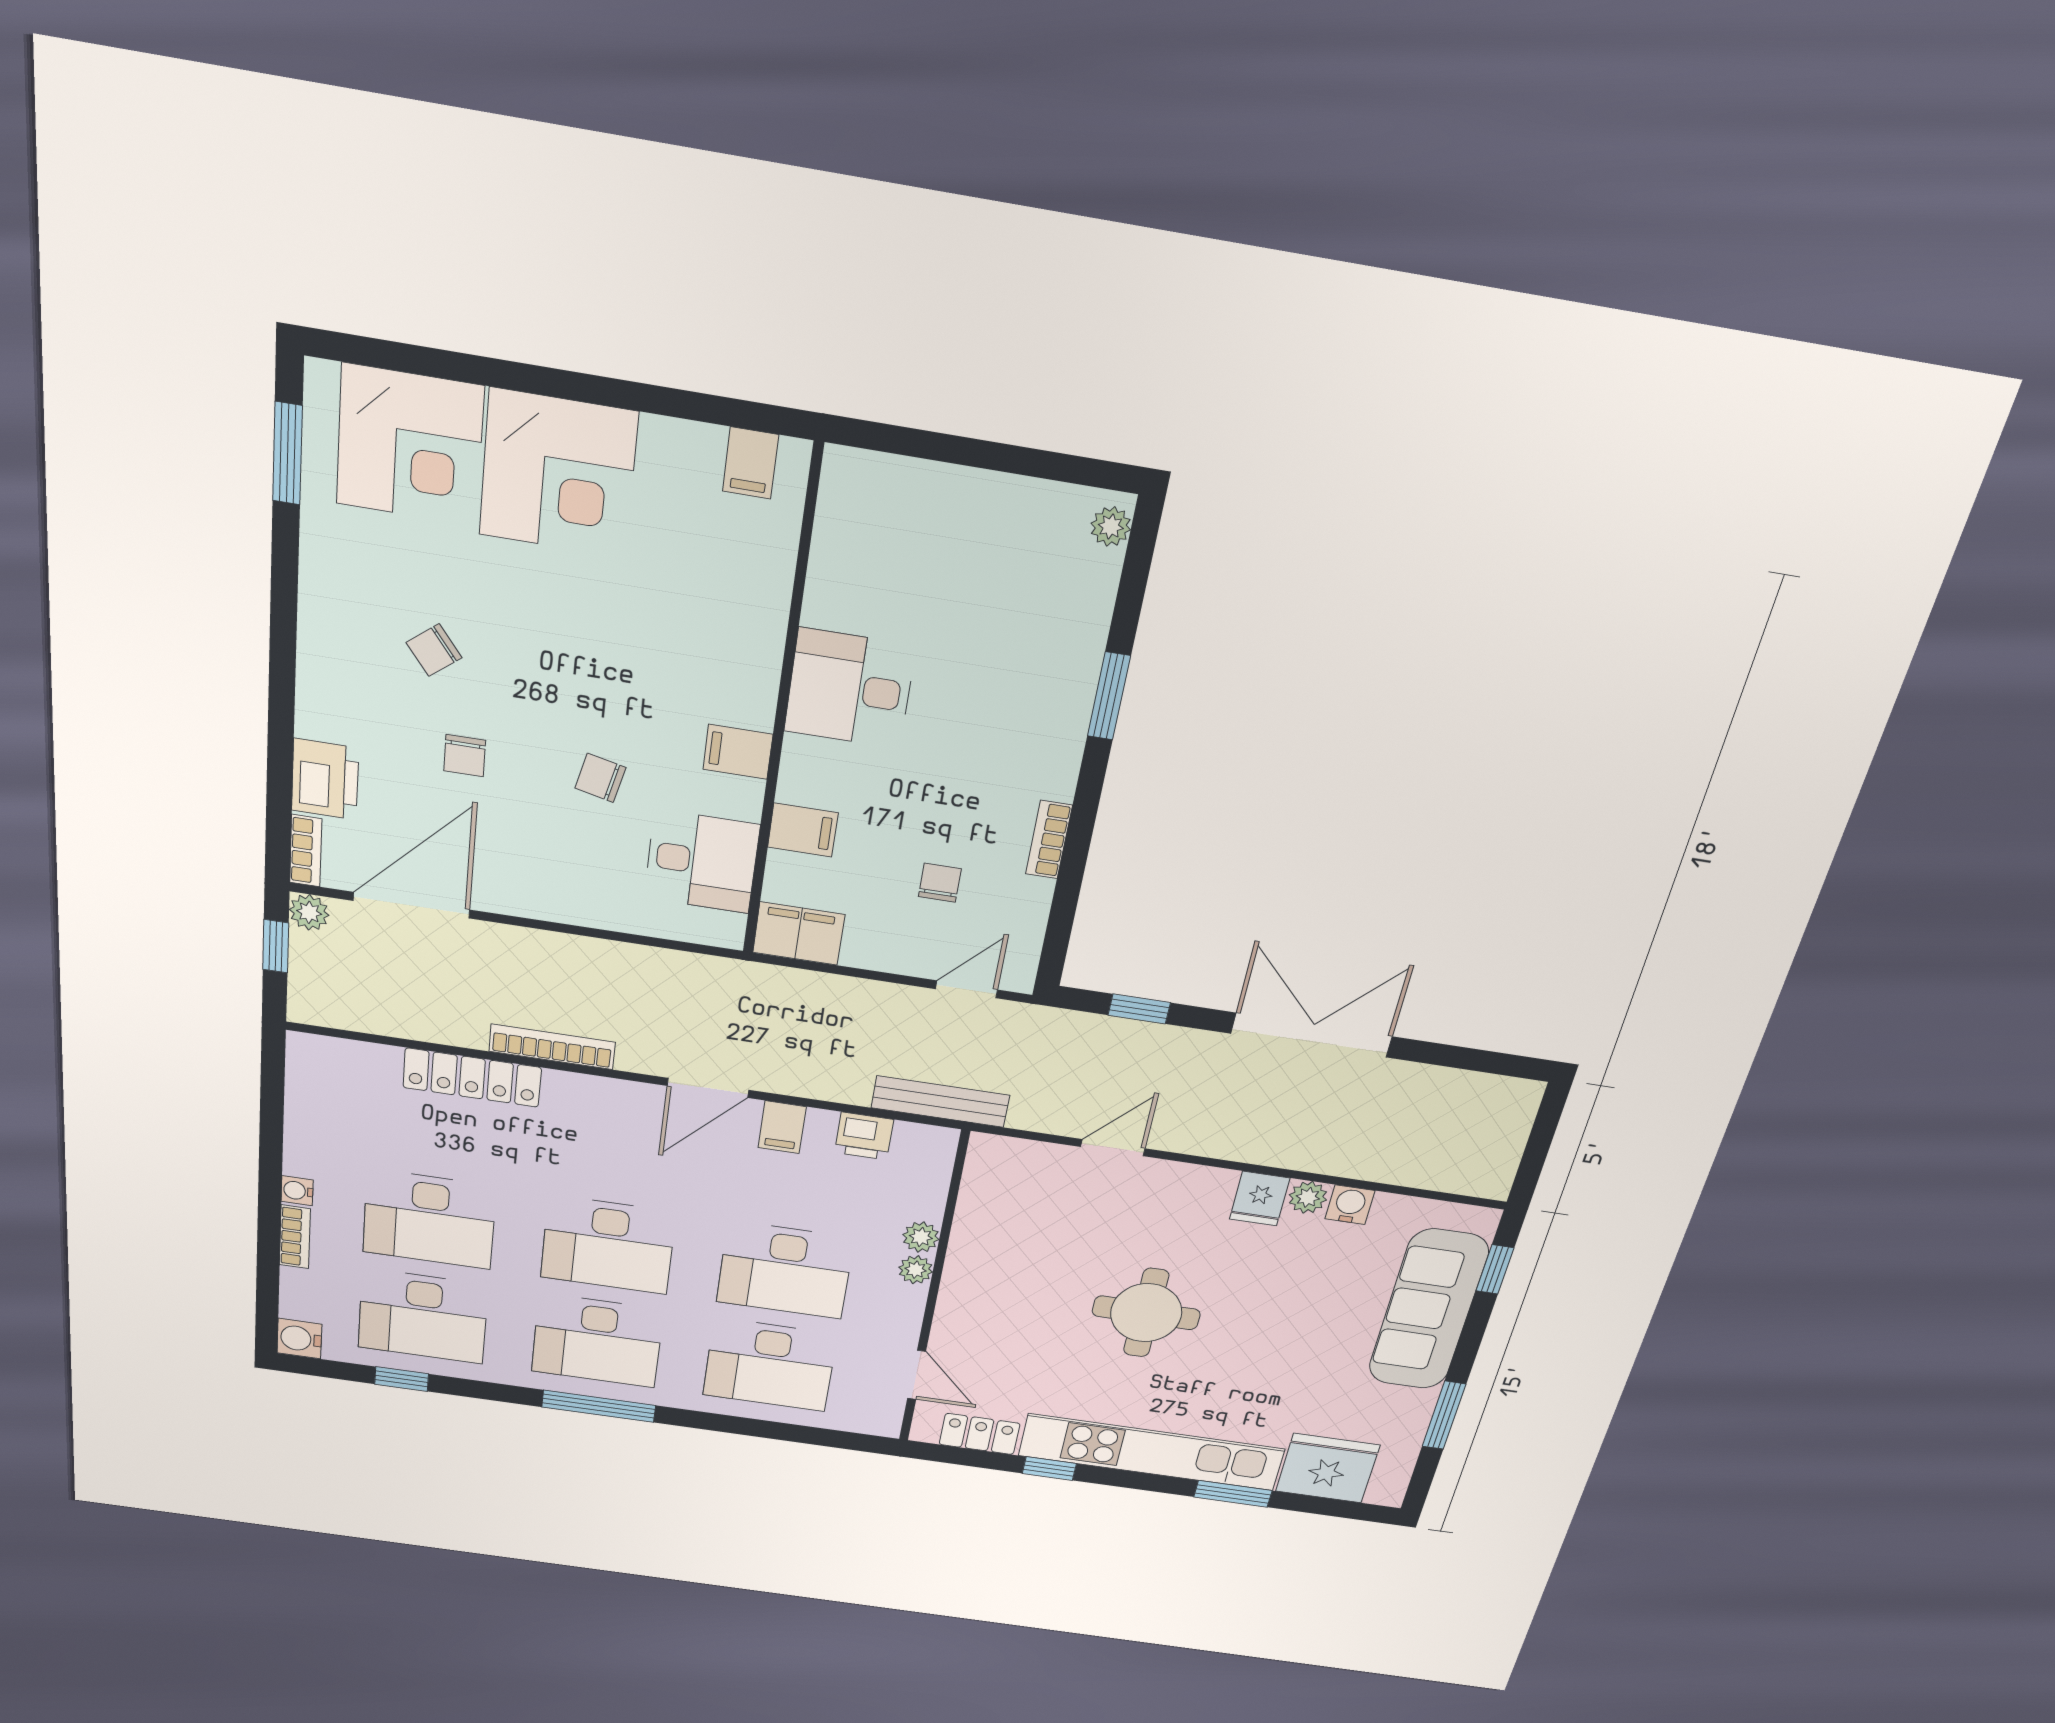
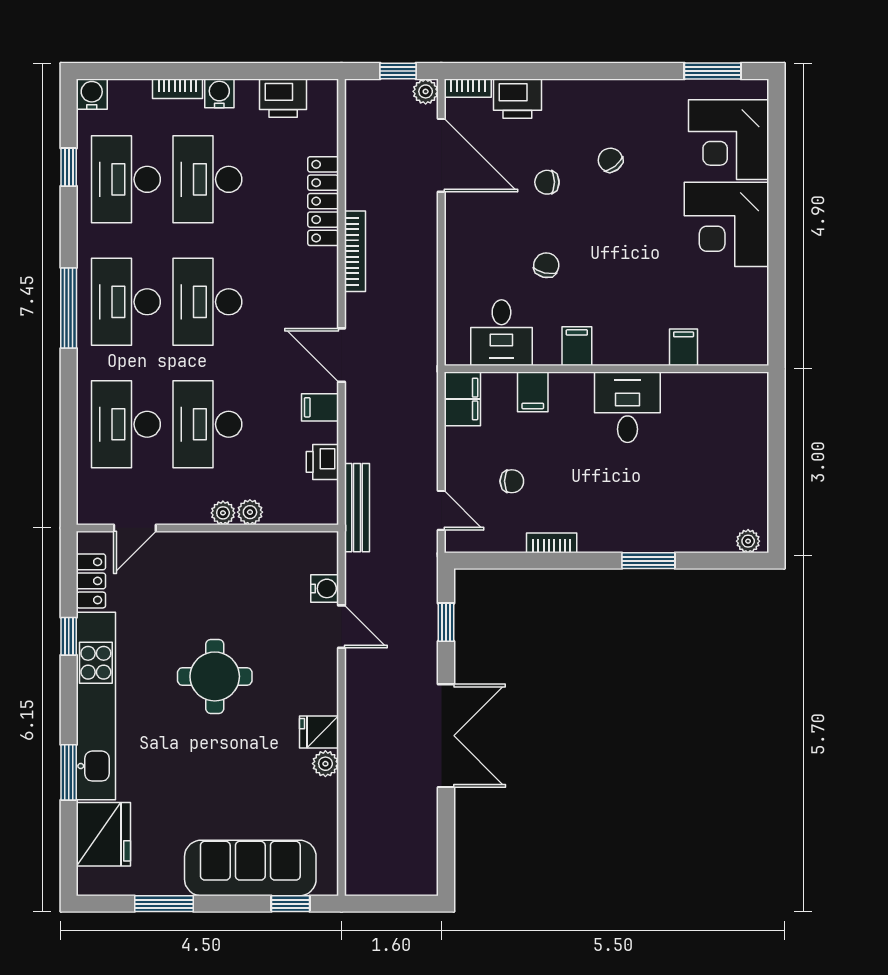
filing cabinet: (751, 463) -> (684, 347), moved, turned 90
printer: (313, 1107) -> (283, 98), added
water cooler: (297, 1191) -> (219, 93), width x1.38, depth x1.38
water cooler: (1350, 1205) -> (325, 588), moved

